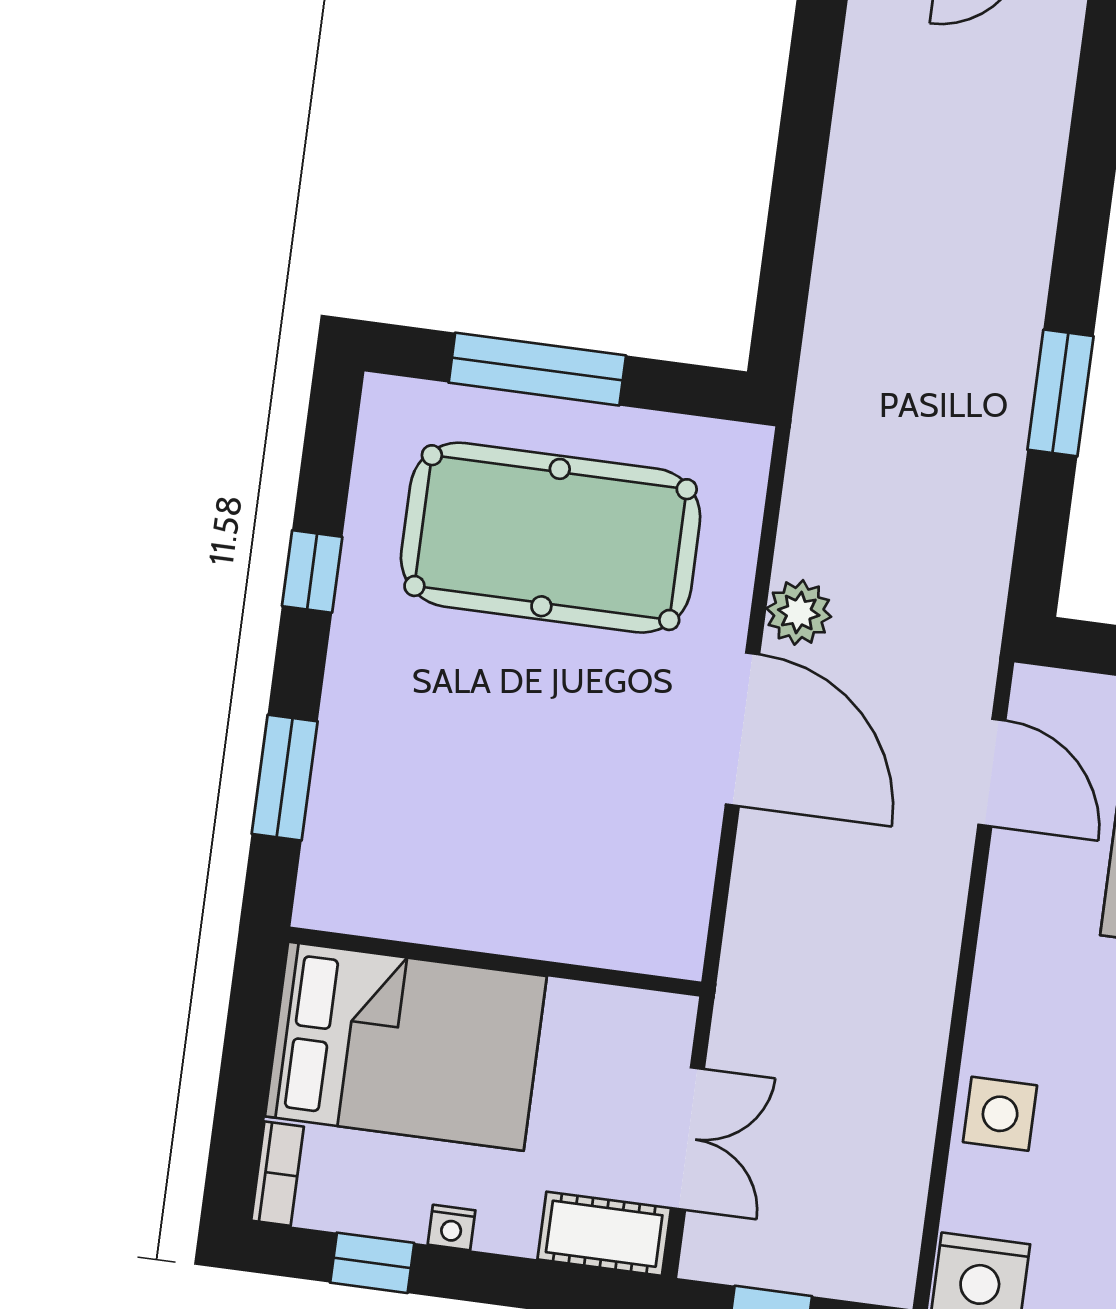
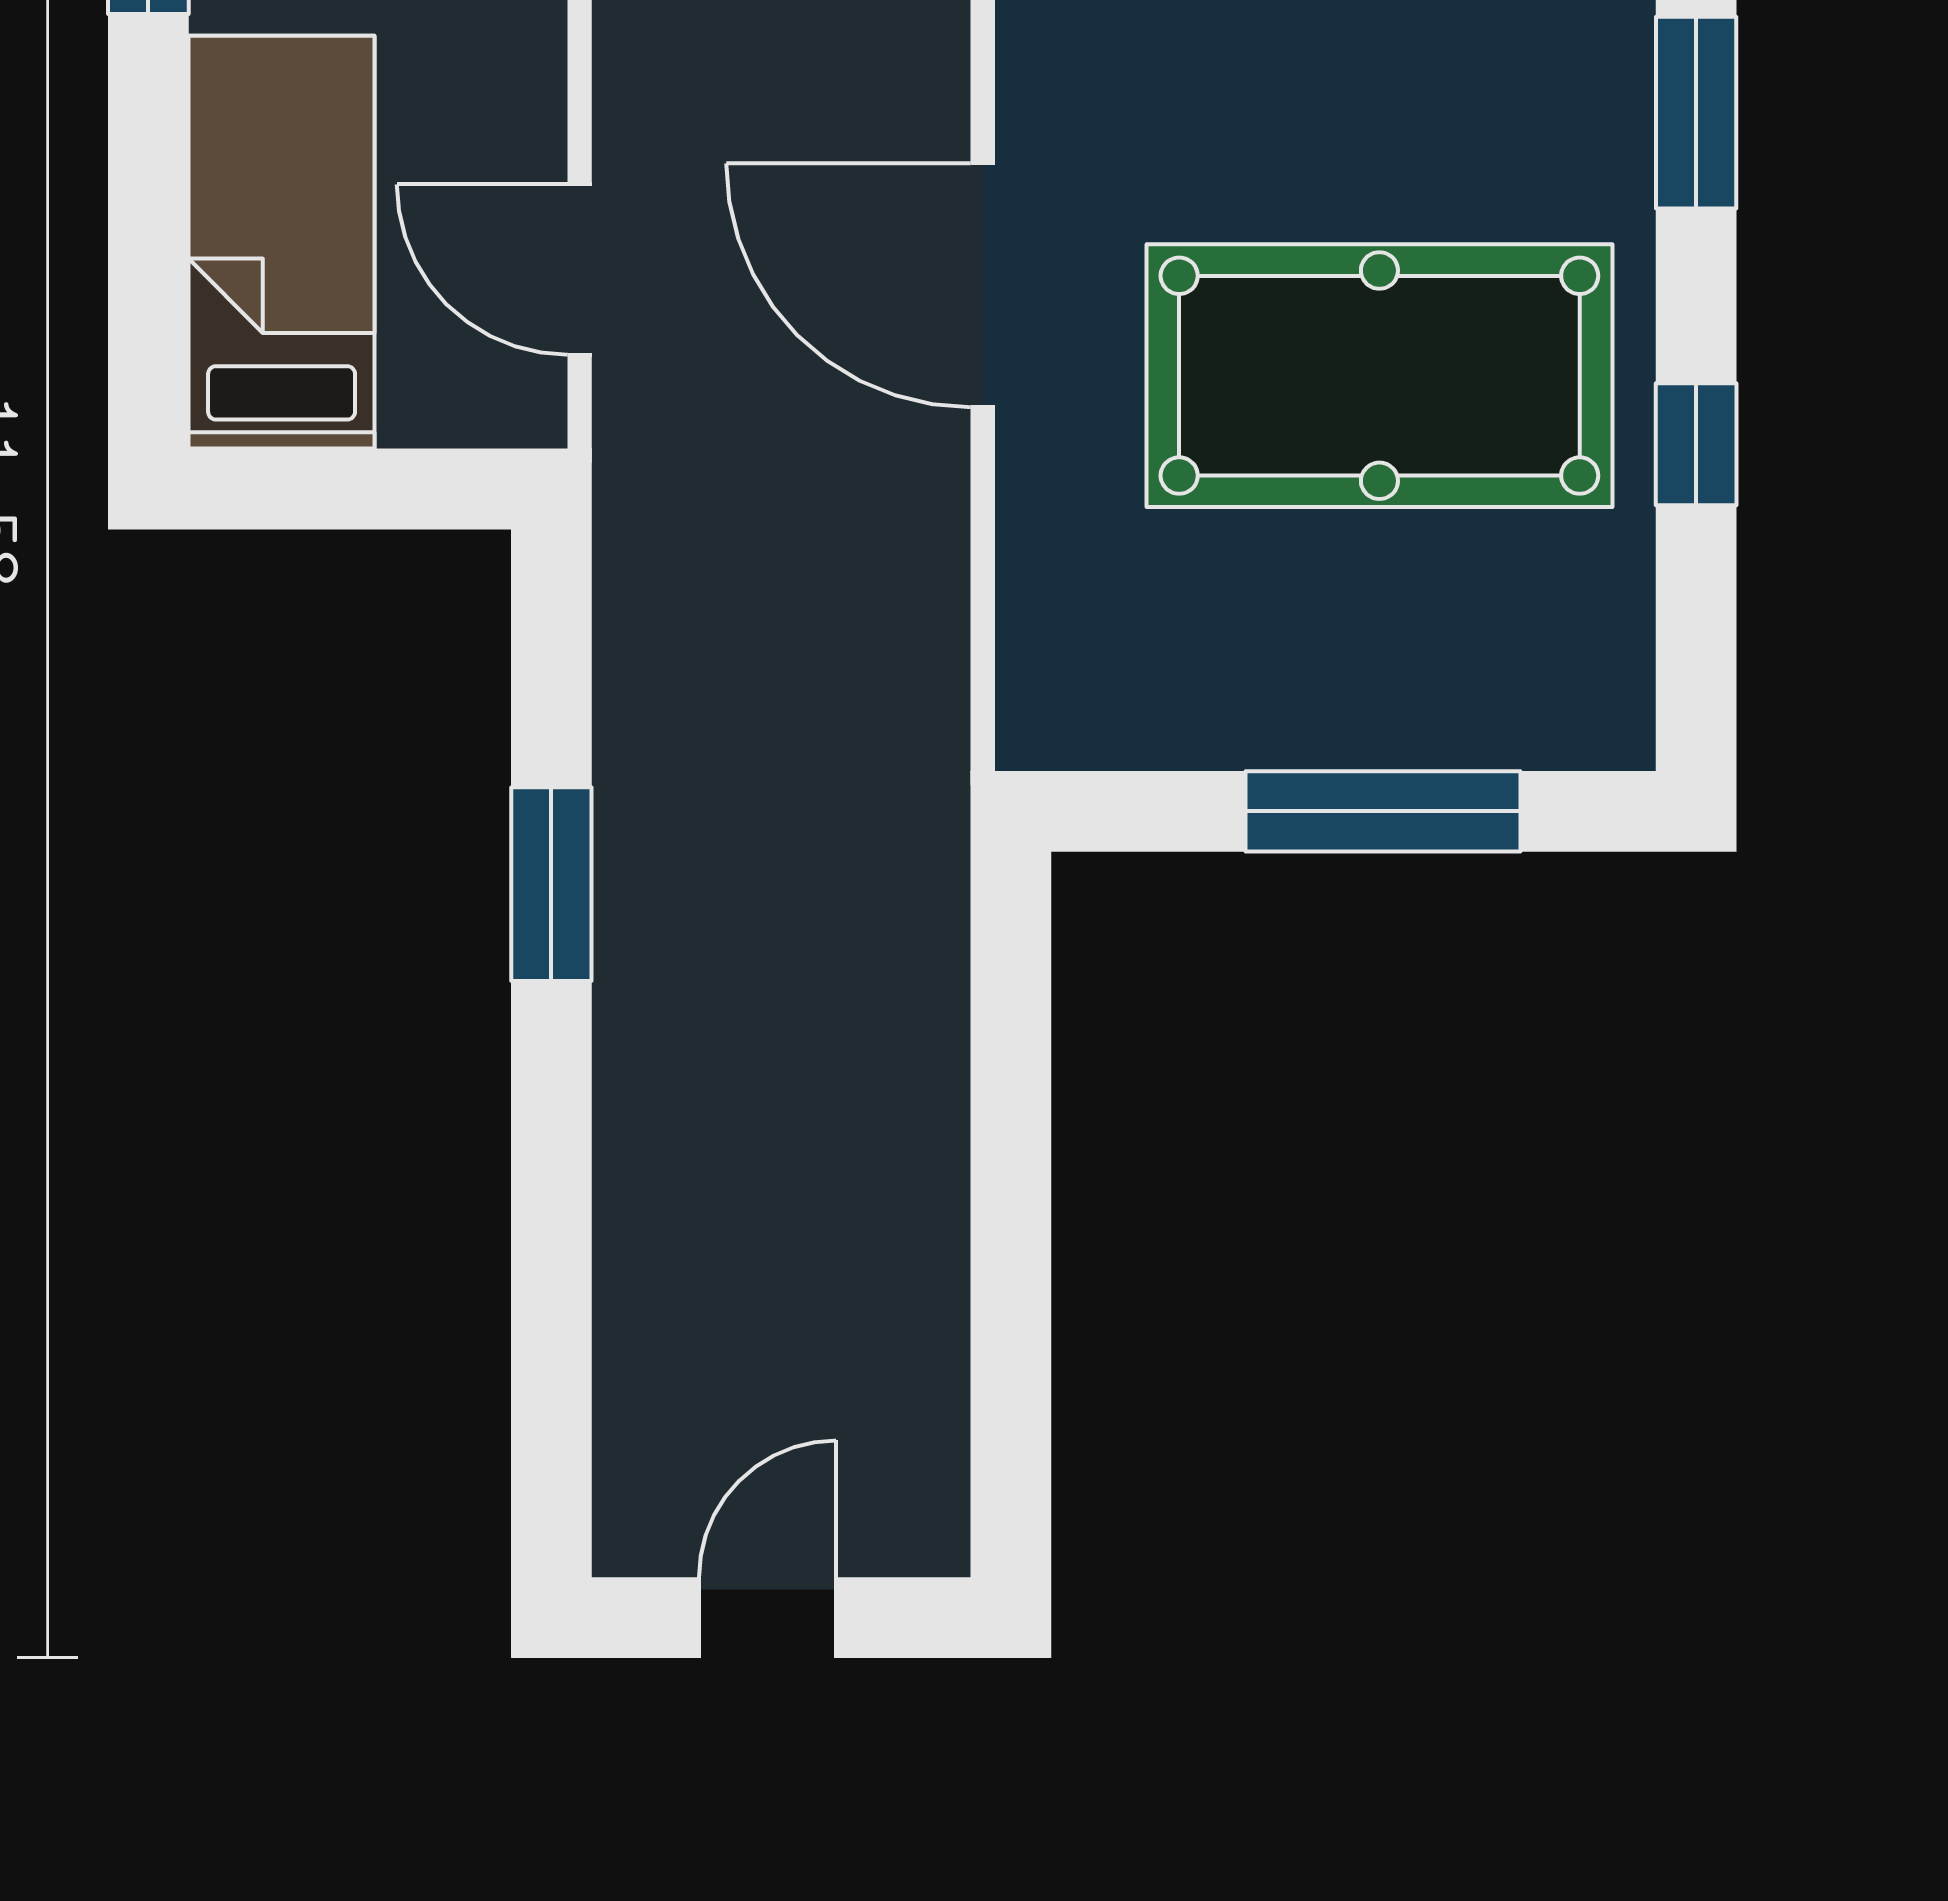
pool table: (551, 538) -> (1379, 376), moved
plant: (799, 612) -> (919, 482), removed

